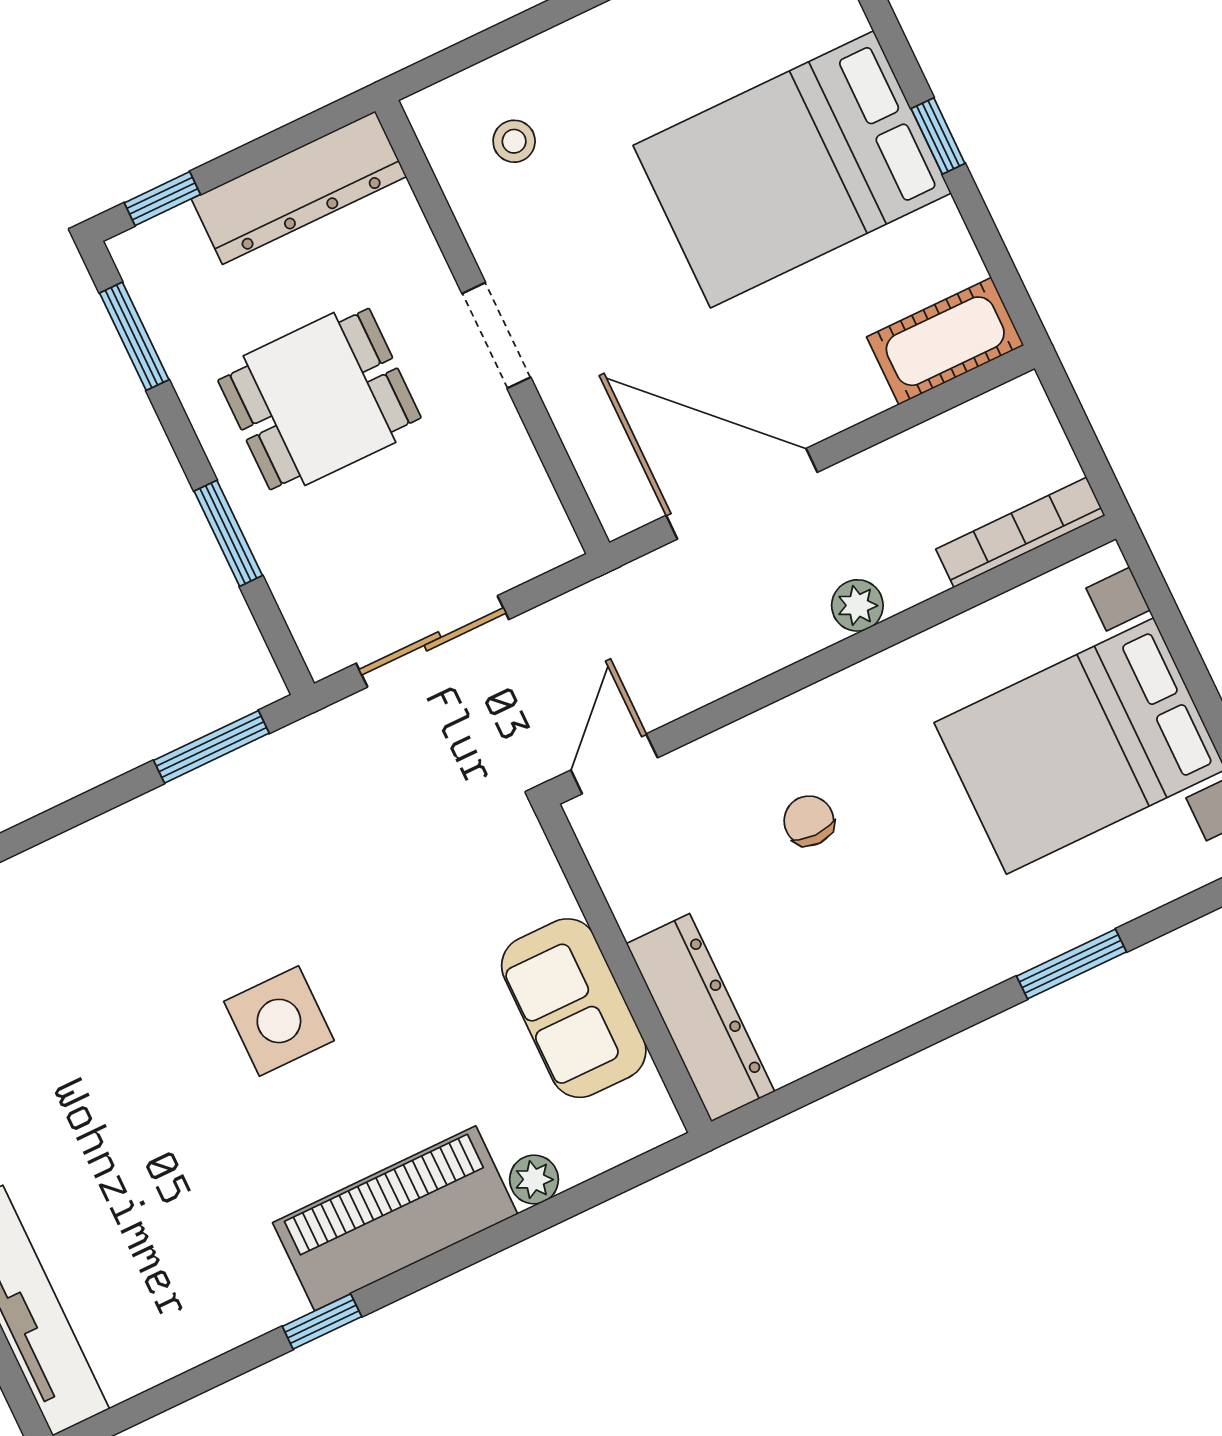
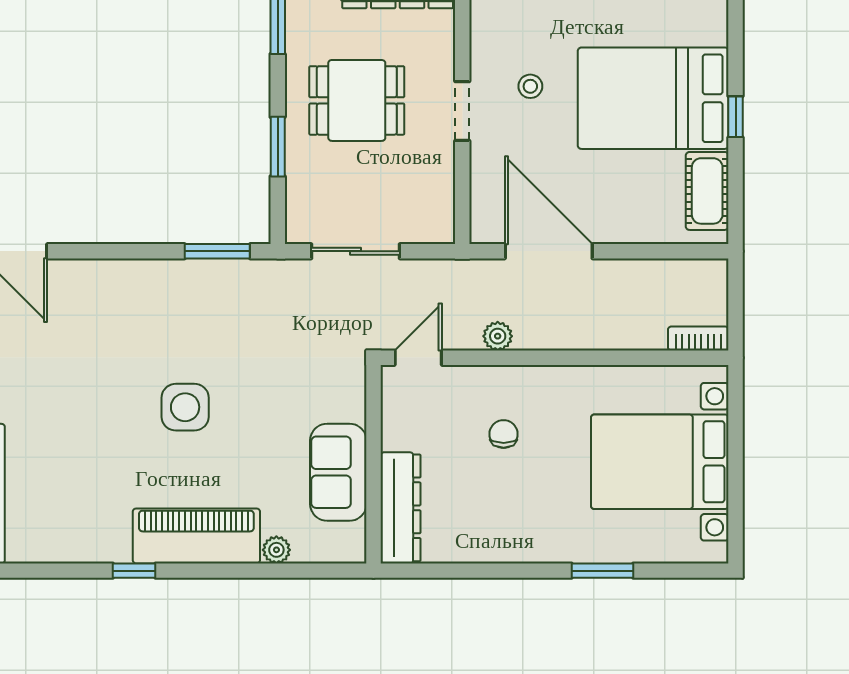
stool: (514, 141) -> (530, 86), moved
cot: (945, 341) -> (707, 191), moved, turned 90
bookcase: (1020, 532) -> (698, 339), width x0.64
plant: (857, 605) -> (498, 336), moved

